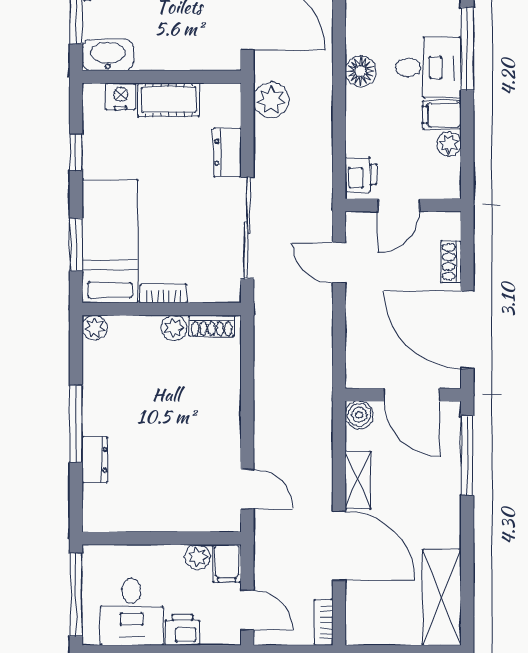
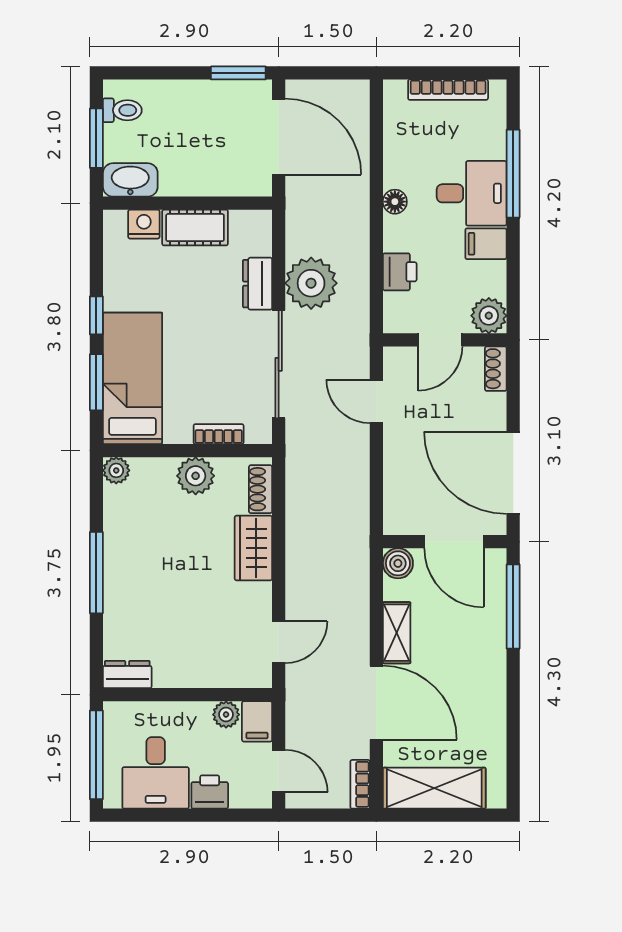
floor lamp: (360, 71) -> (395, 202), width x0.73, depth x0.73
plant: (271, 100) -> (311, 283), moved, width x1.36, depth x1.36
plant: (449, 144) -> (489, 316), moved, width x1.38, depth x1.38
window: (76, 152) -> (96, 315), moved
printer: (361, 175) -> (400, 272), moved
shoe rack: (451, 262) -> (496, 369), moved
bookcase: (164, 294) -> (219, 434), moved
shoe rack: (212, 326) -> (261, 489), moved, turned 90
plant: (174, 328) -> (196, 476), width x1.38, depth x1.38
wardrobe: (223, 401) -> (253, 548), added
dresser: (95, 460) -> (127, 675), moved, turned -90
door: (247, 489) -> (279, 642), hinge flipped
shelving: (442, 597) -> (434, 788), moved, turned 90

